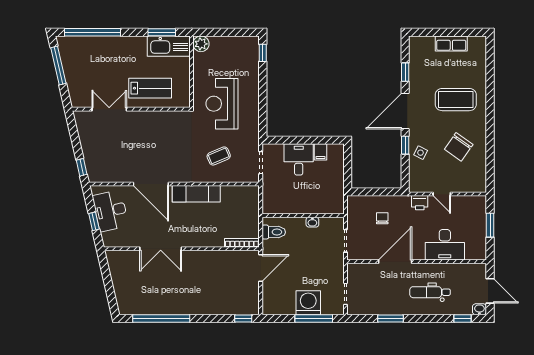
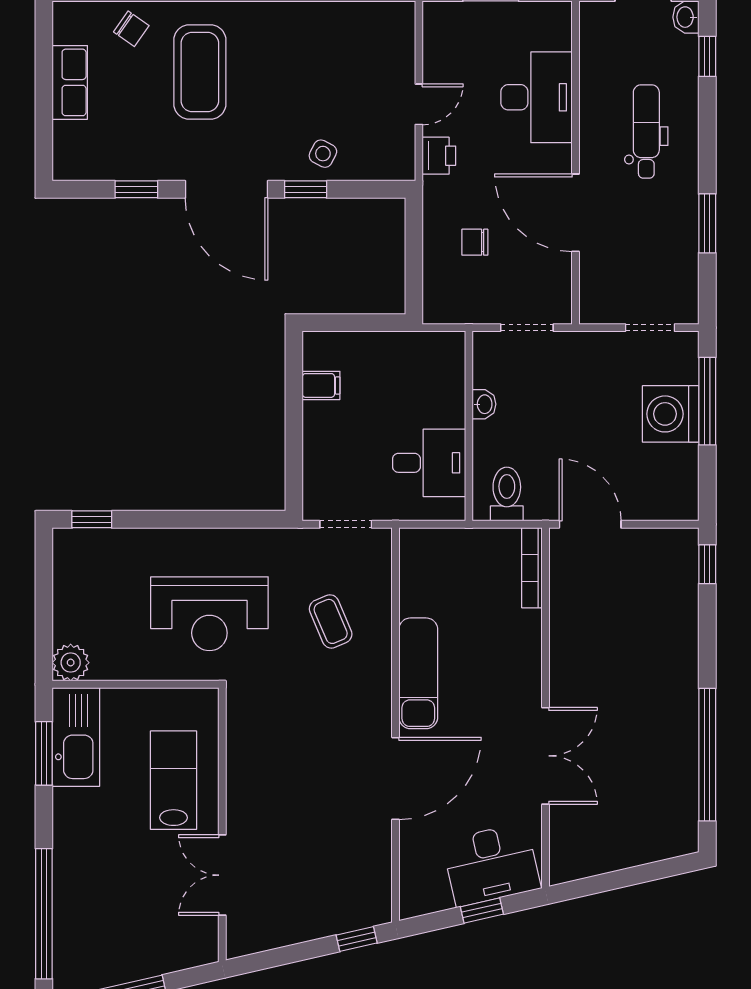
chair: (459, 147) -> (131, 29), moved, width x0.54, depth x0.54
desk: (299, 159) -> (429, 463), moved, turned 180
desk: (110, 211) -> (491, 865), moved
dental chair: (430, 292) -> (646, 131), turned 180

